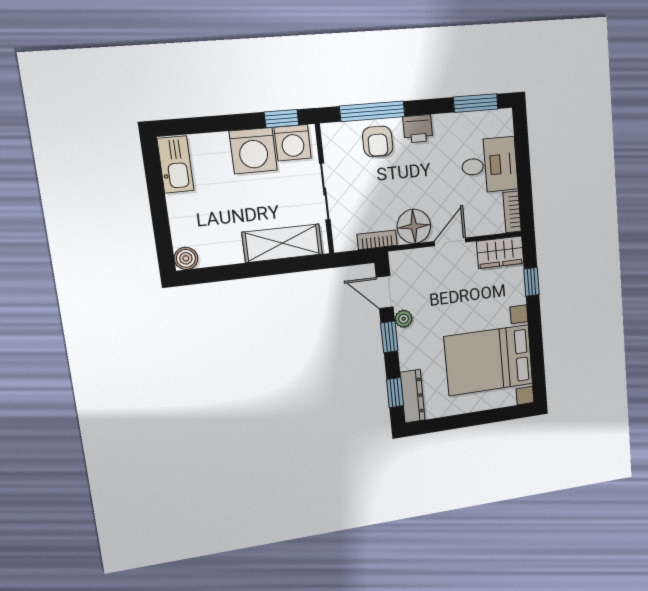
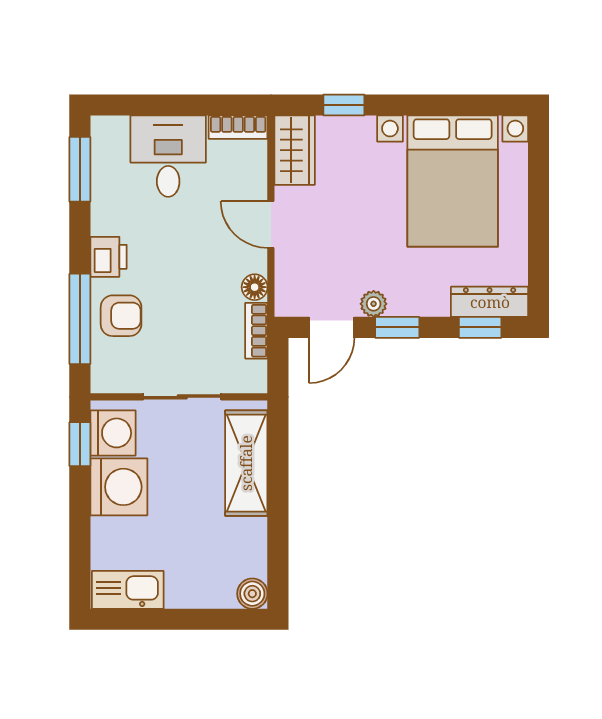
floor lamp: (414, 226) -> (255, 287), width x0.53, depth x0.53

